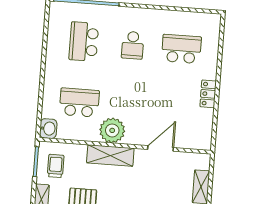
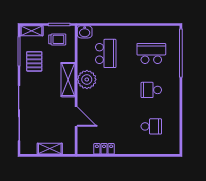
school desk: (181, 49) -> (151, 126), width x0.54
locker: (208, 94) -> (104, 149), moved

